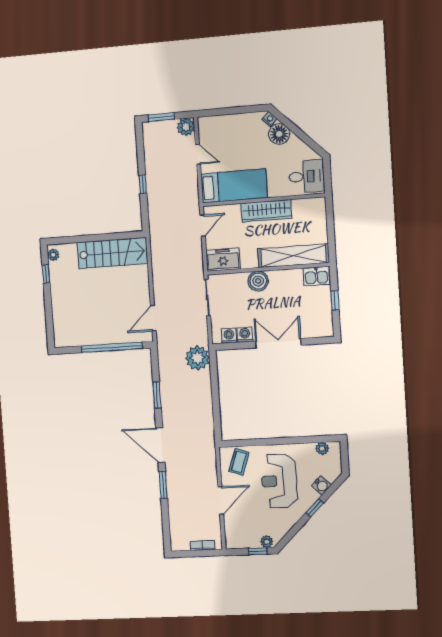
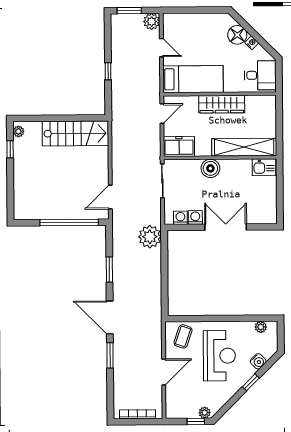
nightstand: (269, 119) -> (252, 43), moved
window: (335, 300) -> (280, 190), removed
reception desk: (279, 481) -> (219, 356), turned 180
bookcase: (202, 545) -> (138, 414), width x1.56

